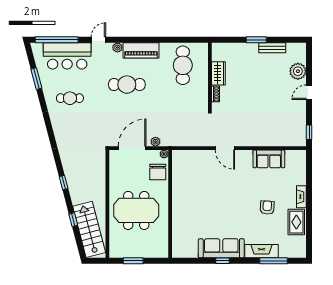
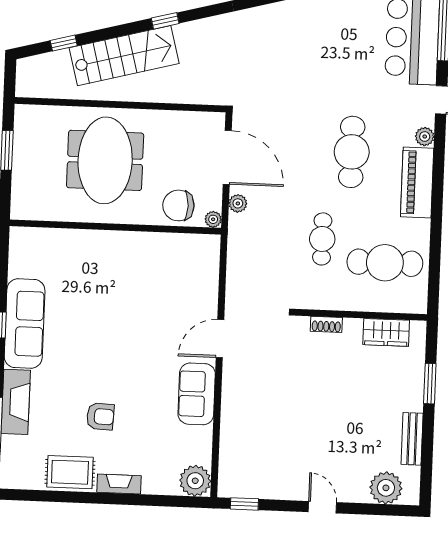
window: (256, 40) -> (430, 384), moved
plant: (298, 71) -> (386, 488), moved
wardrobe: (218, 73) -> (386, 332), moved
cafe table: (70, 98) -> (322, 239), moved
plant: (298, 158) -> (195, 481), added
sofa: (269, 159) -> (197, 394), moved
window: (73, 220) -> (64, 43), moved
stairs: (89, 229) -> (124, 56), moved

